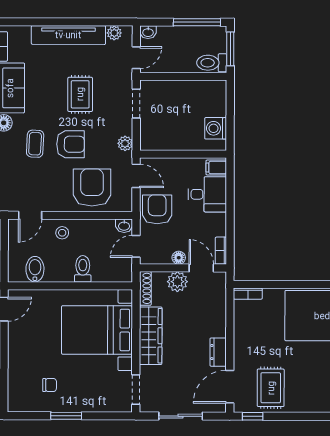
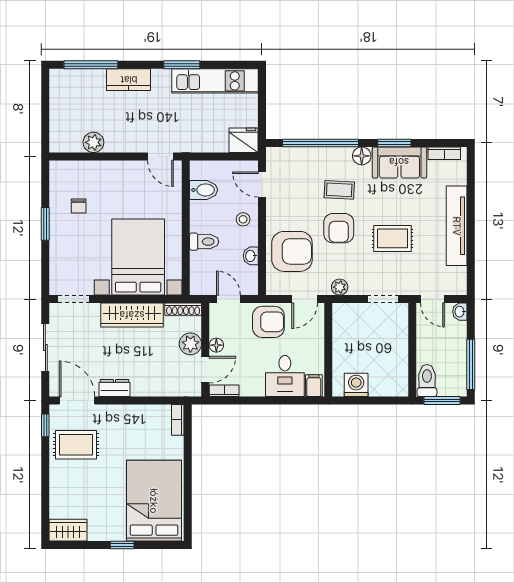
plant: (114, 33) -> (459, 275), removed
washbasin: (124, 226) -> (251, 256), moved

